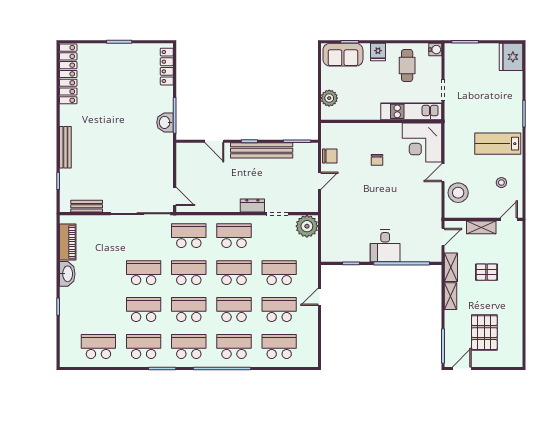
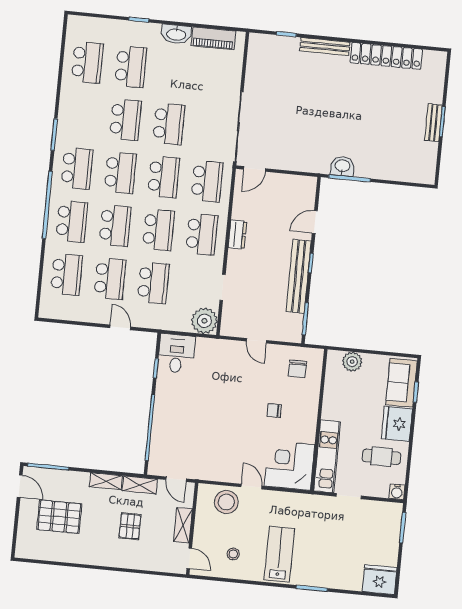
fridge: (378, 52) -> (397, 424), width x1.88, depth x1.34
locker: (167, 67) -> (408, 175), removed
locker: (68, 74) -> (386, 56), moved
chair: (330, 156) -> (297, 369), moved
bench: (87, 206) -> (433, 123), moved
dresser: (252, 206) -> (237, 235), moved
desk: (385, 246) -> (176, 354), moved, turned 90
school desk: (144, 346) -> (131, 67), moved

